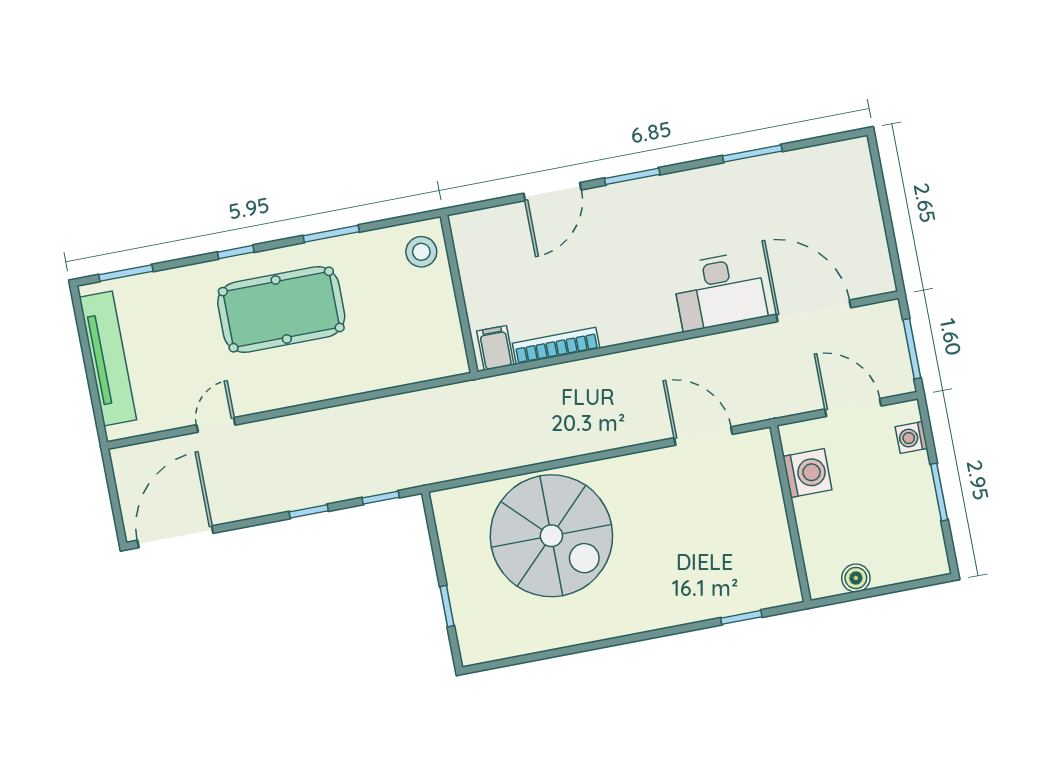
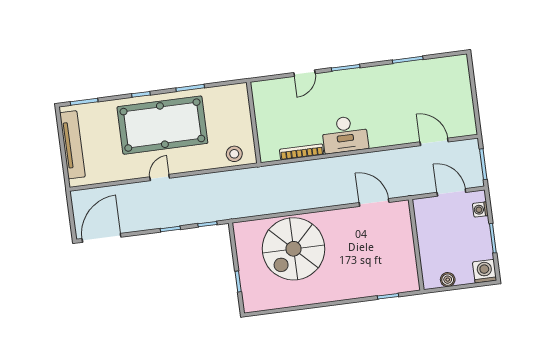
door: (552, 192) -> (304, 73), width x0.73
stool: (421, 252) -> (234, 154), moved
desk: (720, 291) -> (345, 134), moved
pool table: (281, 310) -> (162, 125), width x1.36, depth x1.32
door: (814, 311) -> (434, 142), width x0.73
filing cabinet: (495, 348) -> (271, 151), removed
door: (216, 425) -> (160, 178), moved
washing machine: (807, 473) -> (485, 271), moved, turned -90
spiral stairs: (551, 536) -> (294, 249), turned 90

